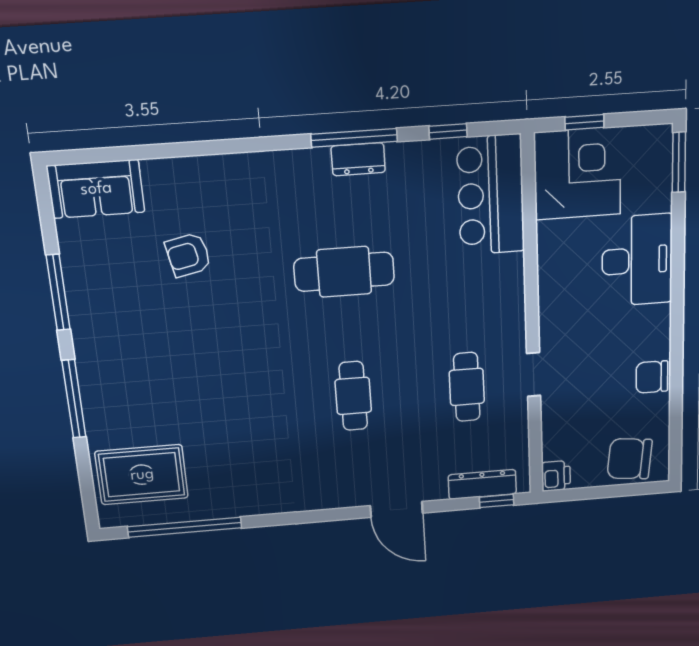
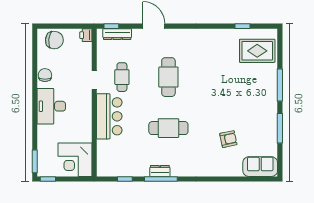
window: (584, 122) -> (48, 179), moved
bar counter: (491, 195) -> (109, 116), moved
desk: (637, 260) -> (51, 106), moved
chair: (652, 377) -> (45, 75), turned -90
cafe table: (353, 396) -> (168, 77), width x1.37, depth x1.35
window: (185, 527) -> (242, 26), width x0.32

